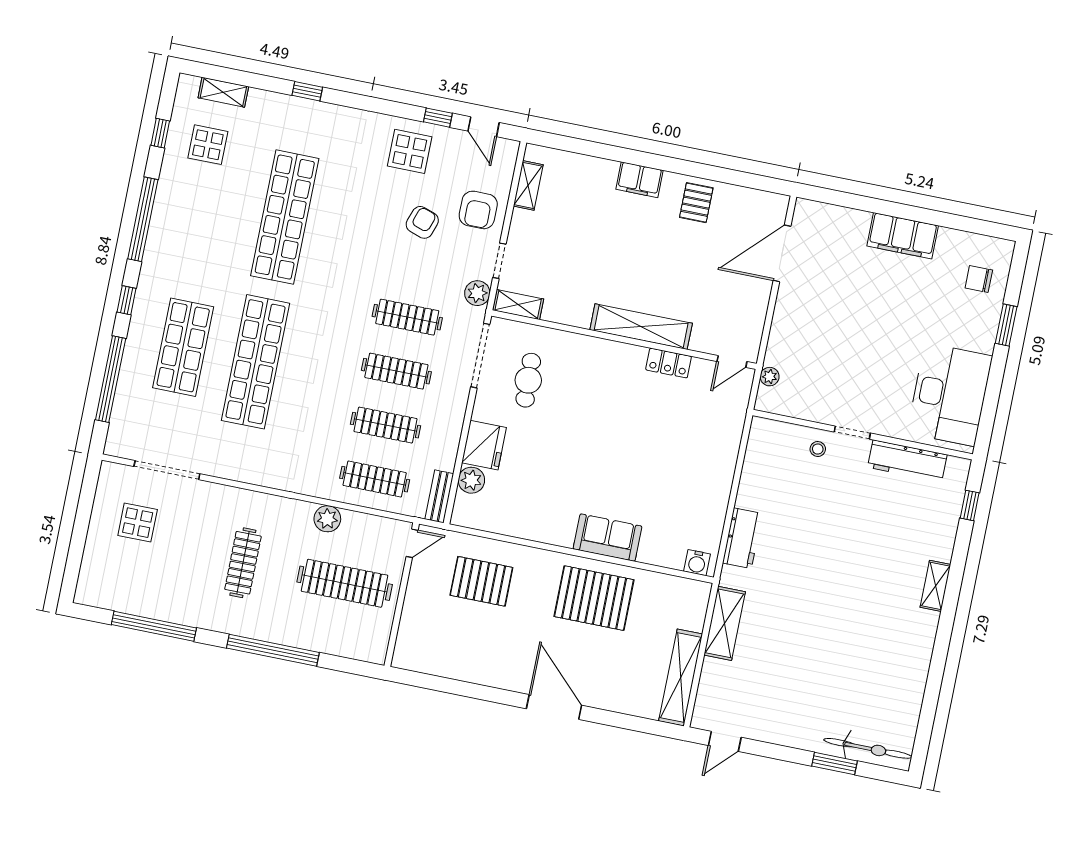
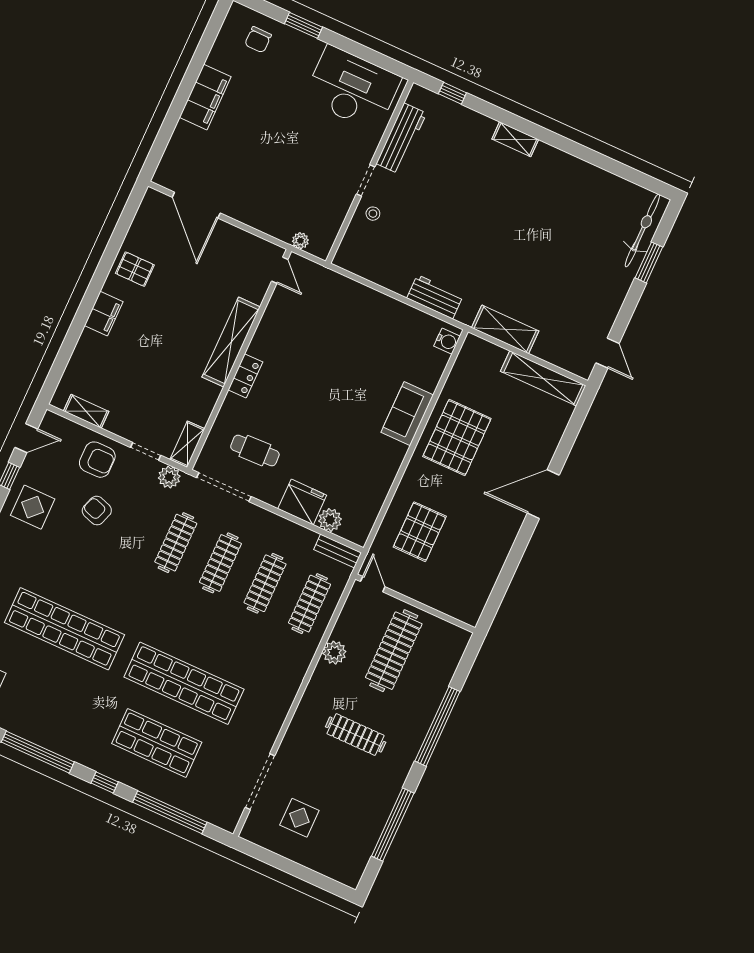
locker: (669, 363) -> (245, 376), moved

